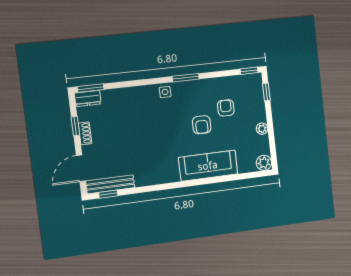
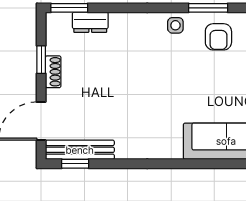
dresser: (88, 99) -> (90, 22), moved
armchair: (202, 125) -> (218, 37), moved

